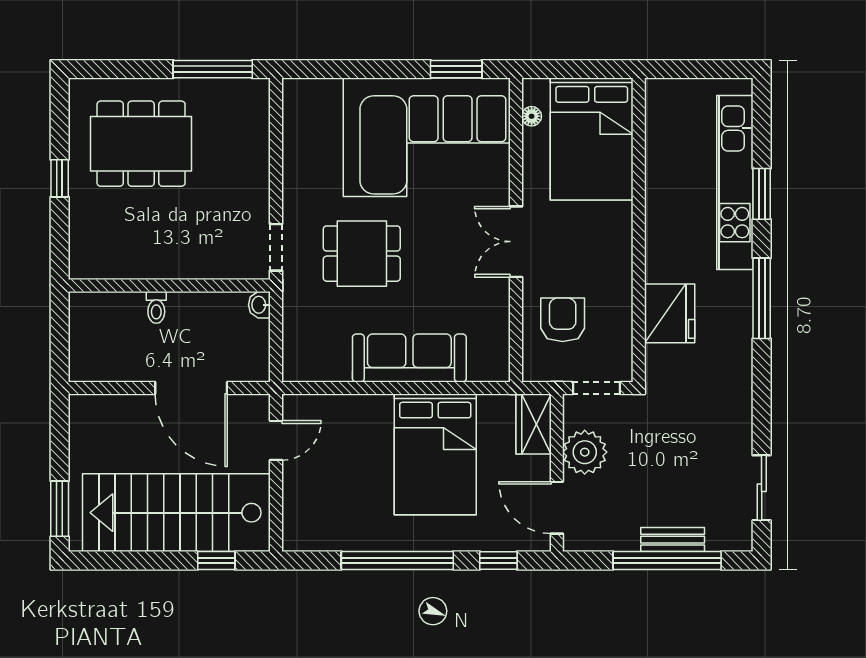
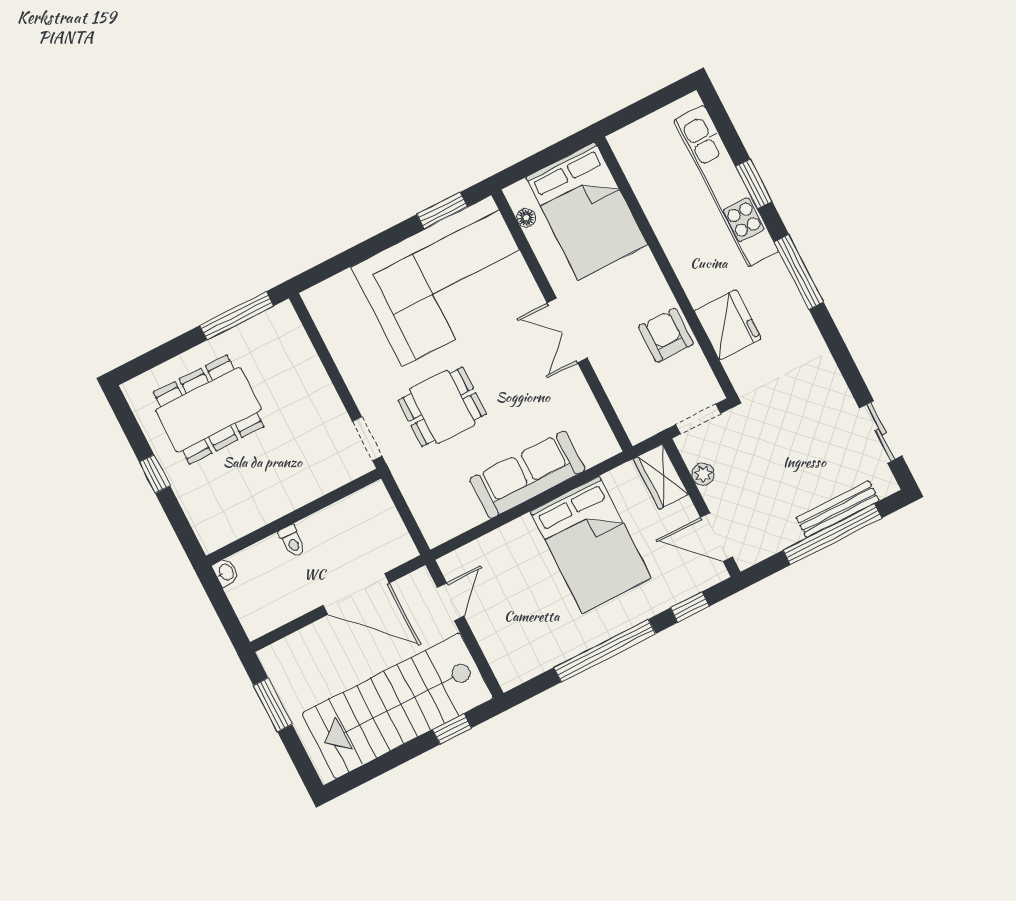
washbasin: (259, 305) -> (226, 572), moved, turned 180
armchair: (563, 320) -> (666, 335), moved
plant: (585, 452) -> (703, 474), width x0.53, depth x0.53
window: (60, 509) -> (273, 705), moved
bench: (673, 540) -> (838, 509), width x1.36

